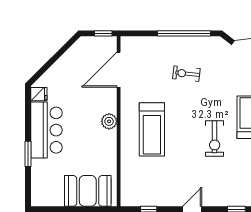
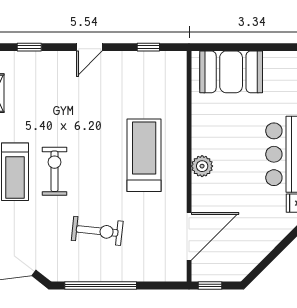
exercise bike: (186, 74) -> (97, 231), width x1.38, depth x1.39
exercise bike: (215, 139) -> (55, 171), moved

